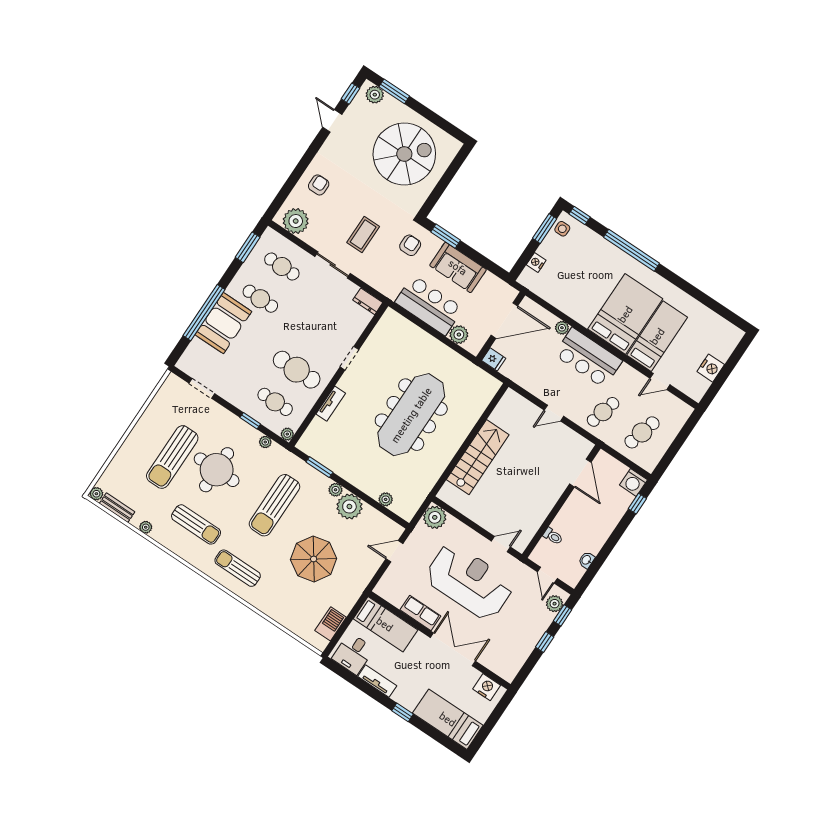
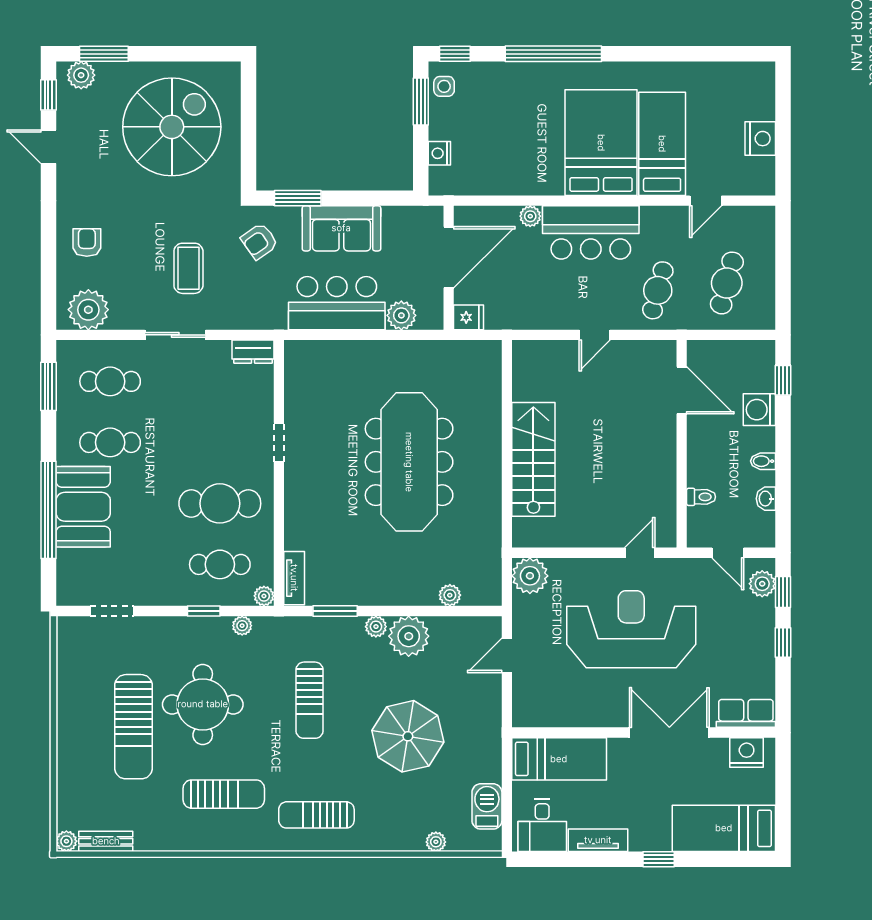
armchair: (410, 245) -> (259, 241), turned -125
tv unit: (331, 404) -> (294, 578), moved
washing machine: (633, 482) -> (759, 410), moved, turned 90
sun lounger: (274, 505) -> (310, 700), width x0.73, depth x0.75
plant: (146, 527) -> (436, 842), moved
bidet: (598, 539) -> (763, 461), added
row of seats: (420, 613) -> (746, 713), moved

